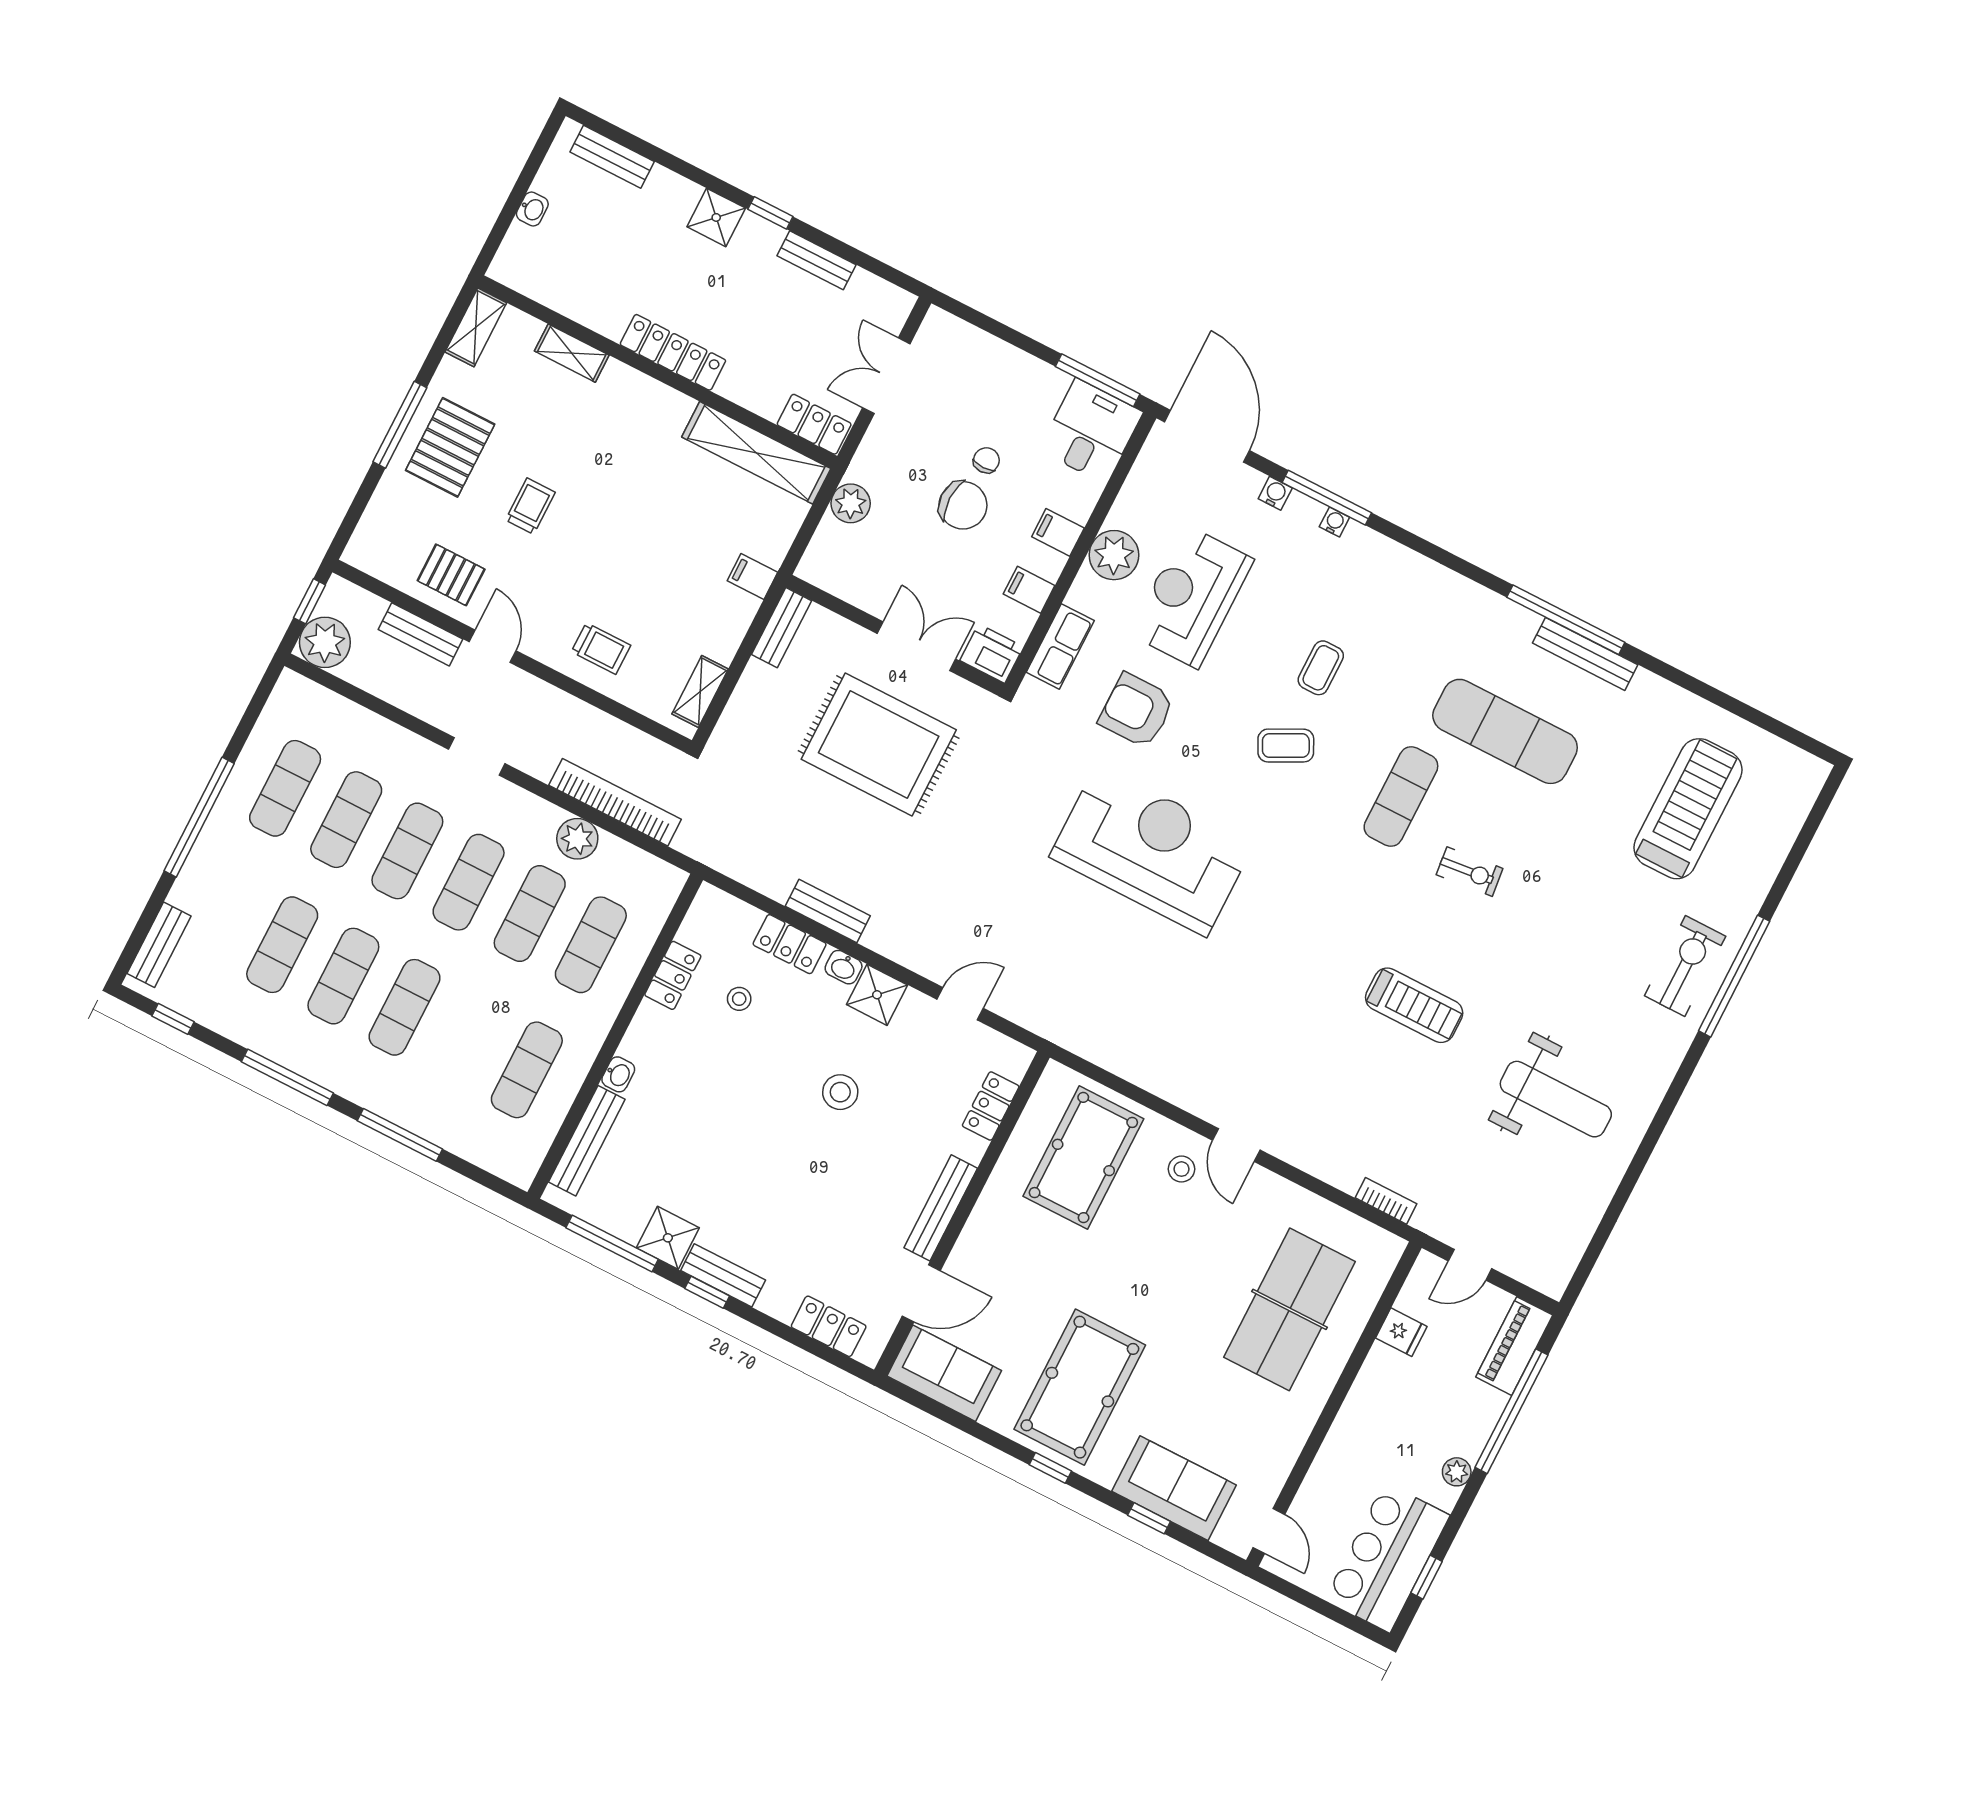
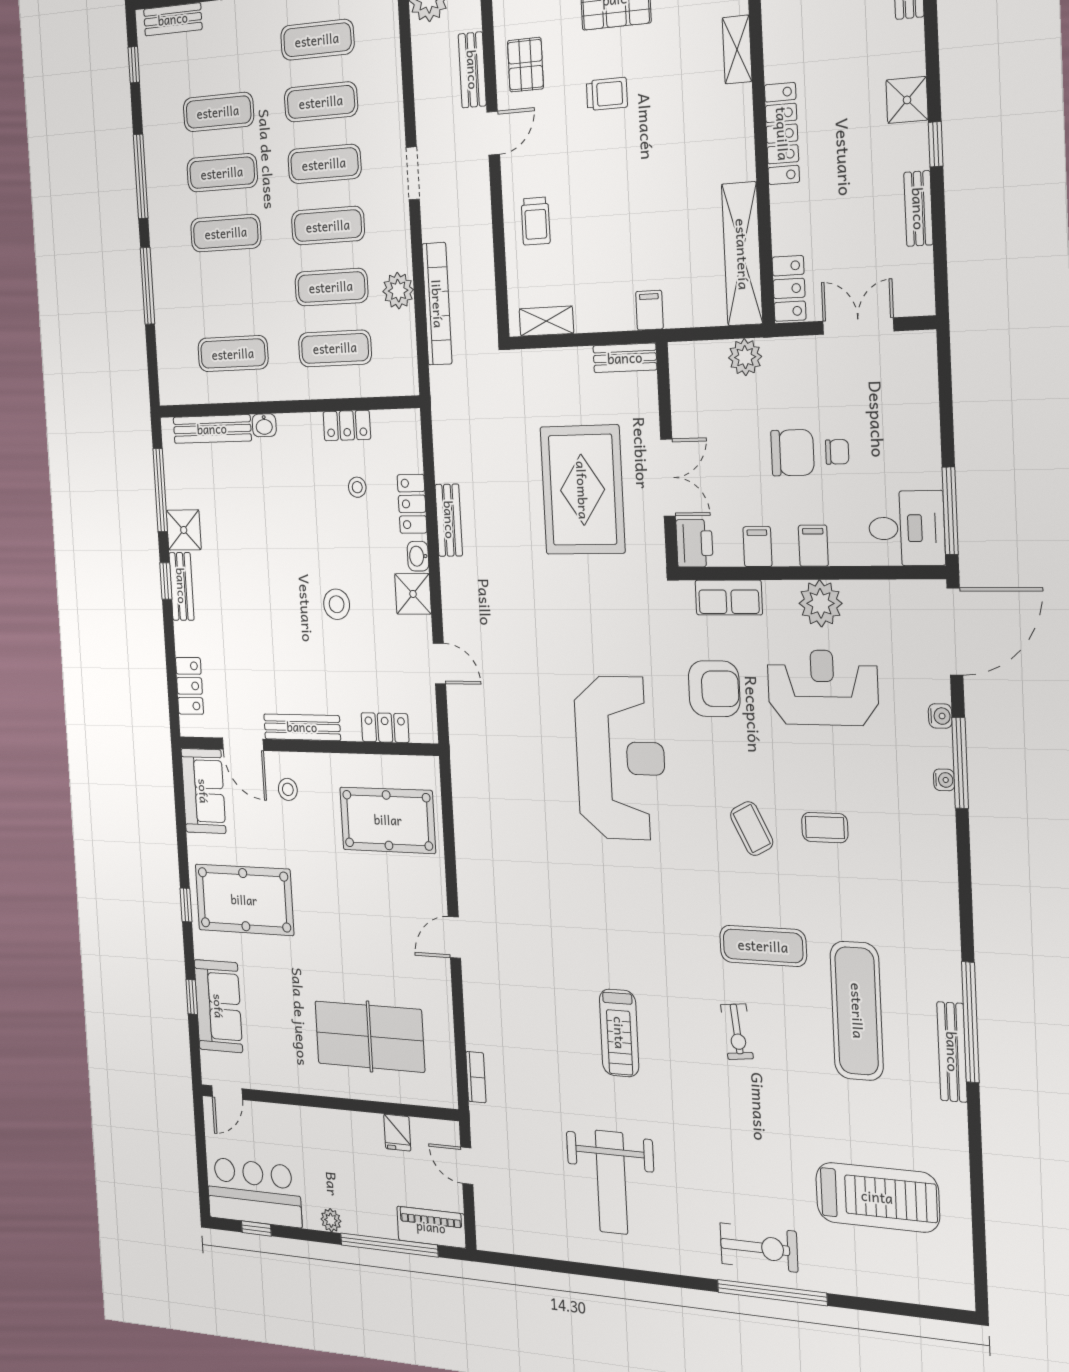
chair: (963, 505) -> (792, 453), turned -90
armchair: (1137, 711) -> (714, 689), turned 90
stool: (1181, 1169) -> (288, 789), moved

